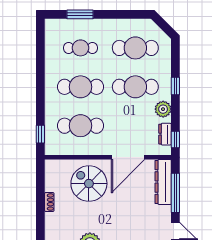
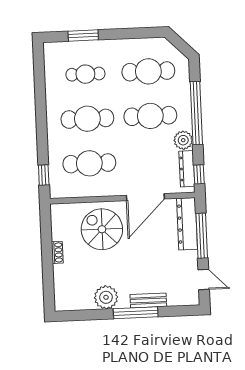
window: (175, 86) -> (196, 113), width x3.17
dresser: (165, 134) -> (187, 169), width x1.44

